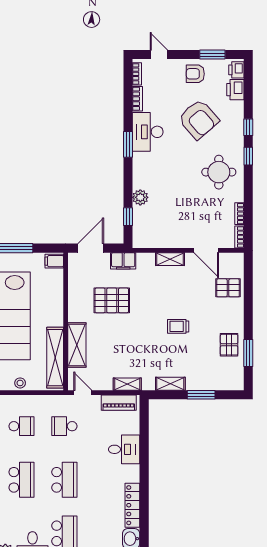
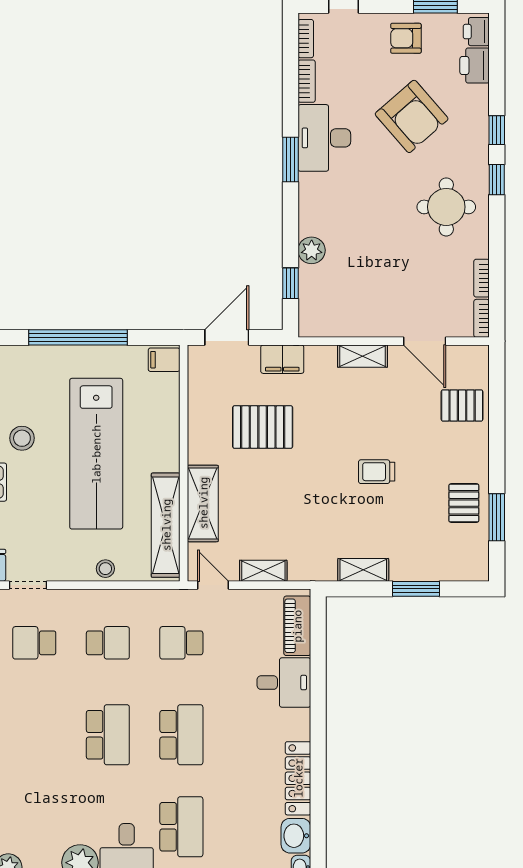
shelving: (127, 384) -> (263, 571), moved
piano: (119, 403) -> (297, 626), moved, turned 90

